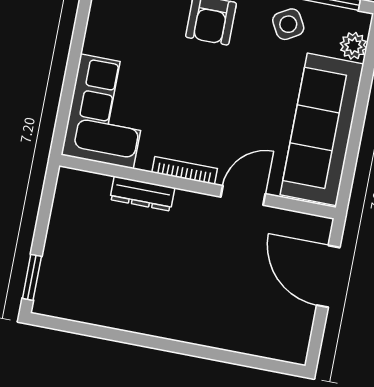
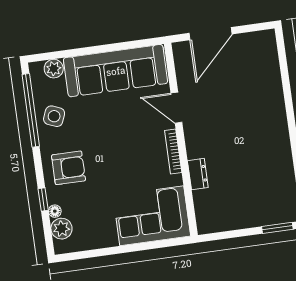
side table: (288, 24) -> (54, 116), turned -38
dresser: (142, 194) -> (198, 174), width x0.70

